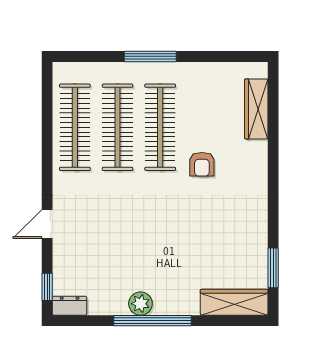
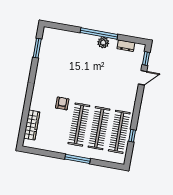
window: (47, 124) -> (132, 136), added
door: (47, 224) -> (143, 78), moved
wardrobe: (234, 302) -> (59, 35), removed
dresser: (70, 306) -> (126, 46), moved

